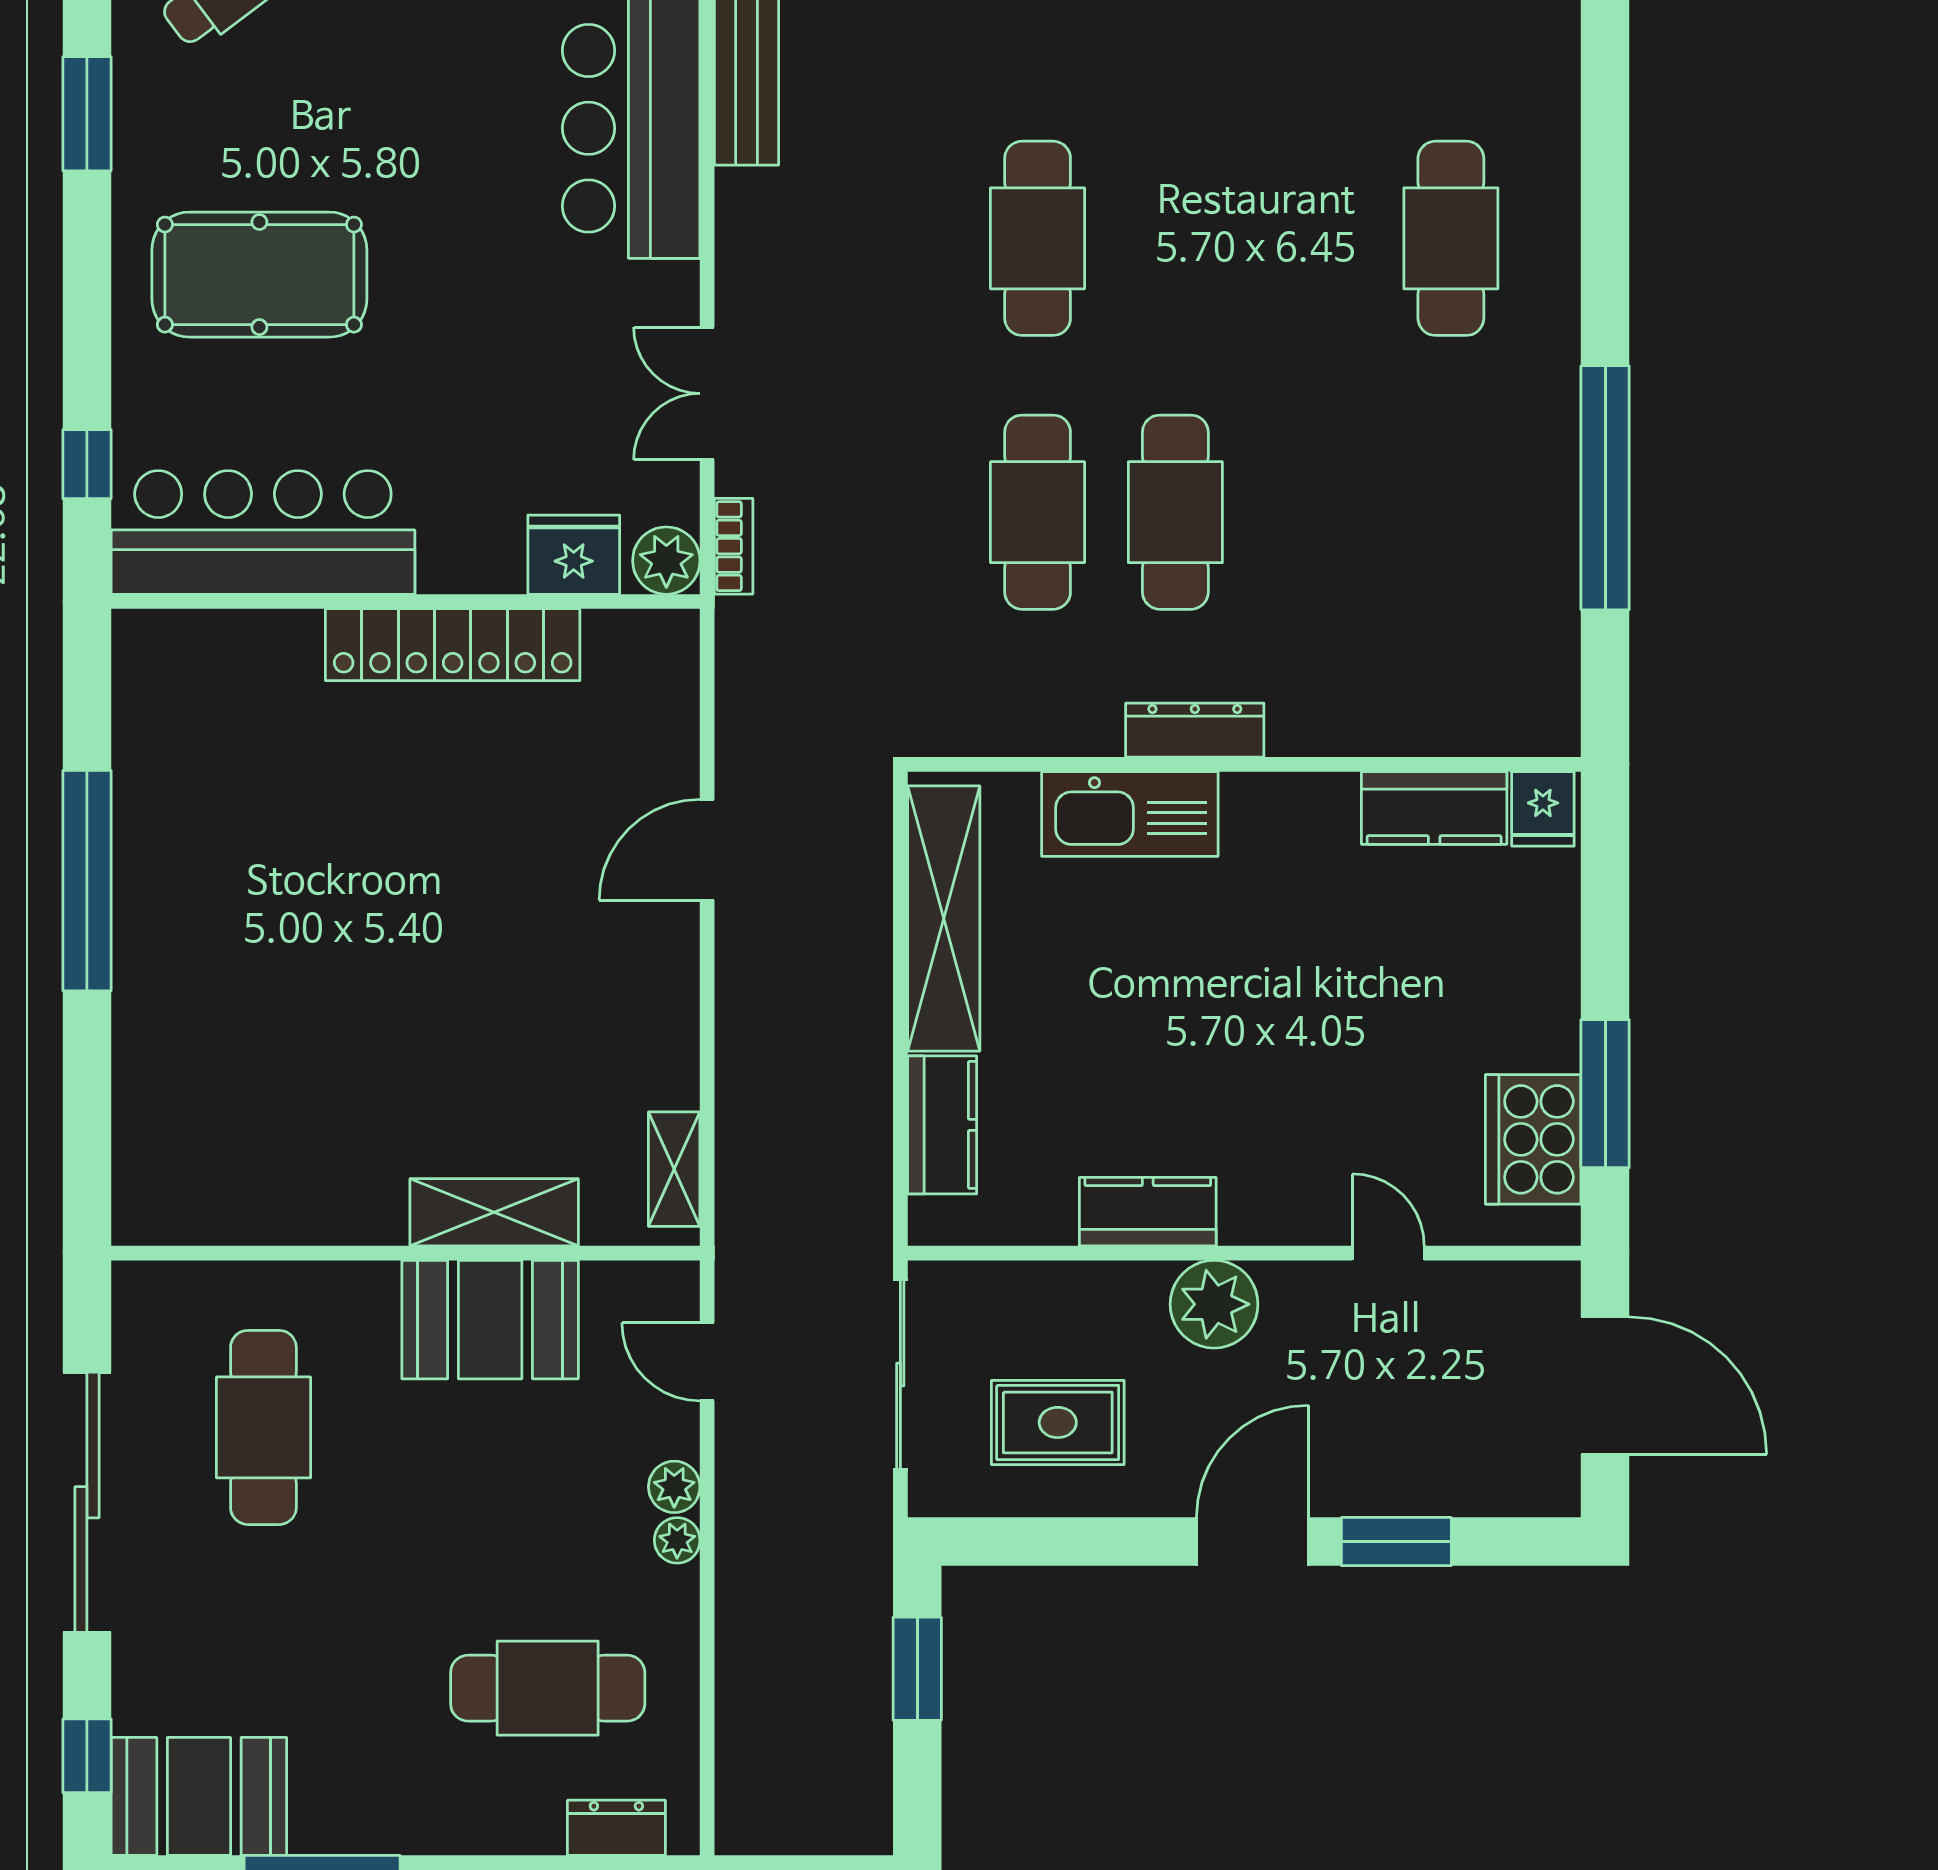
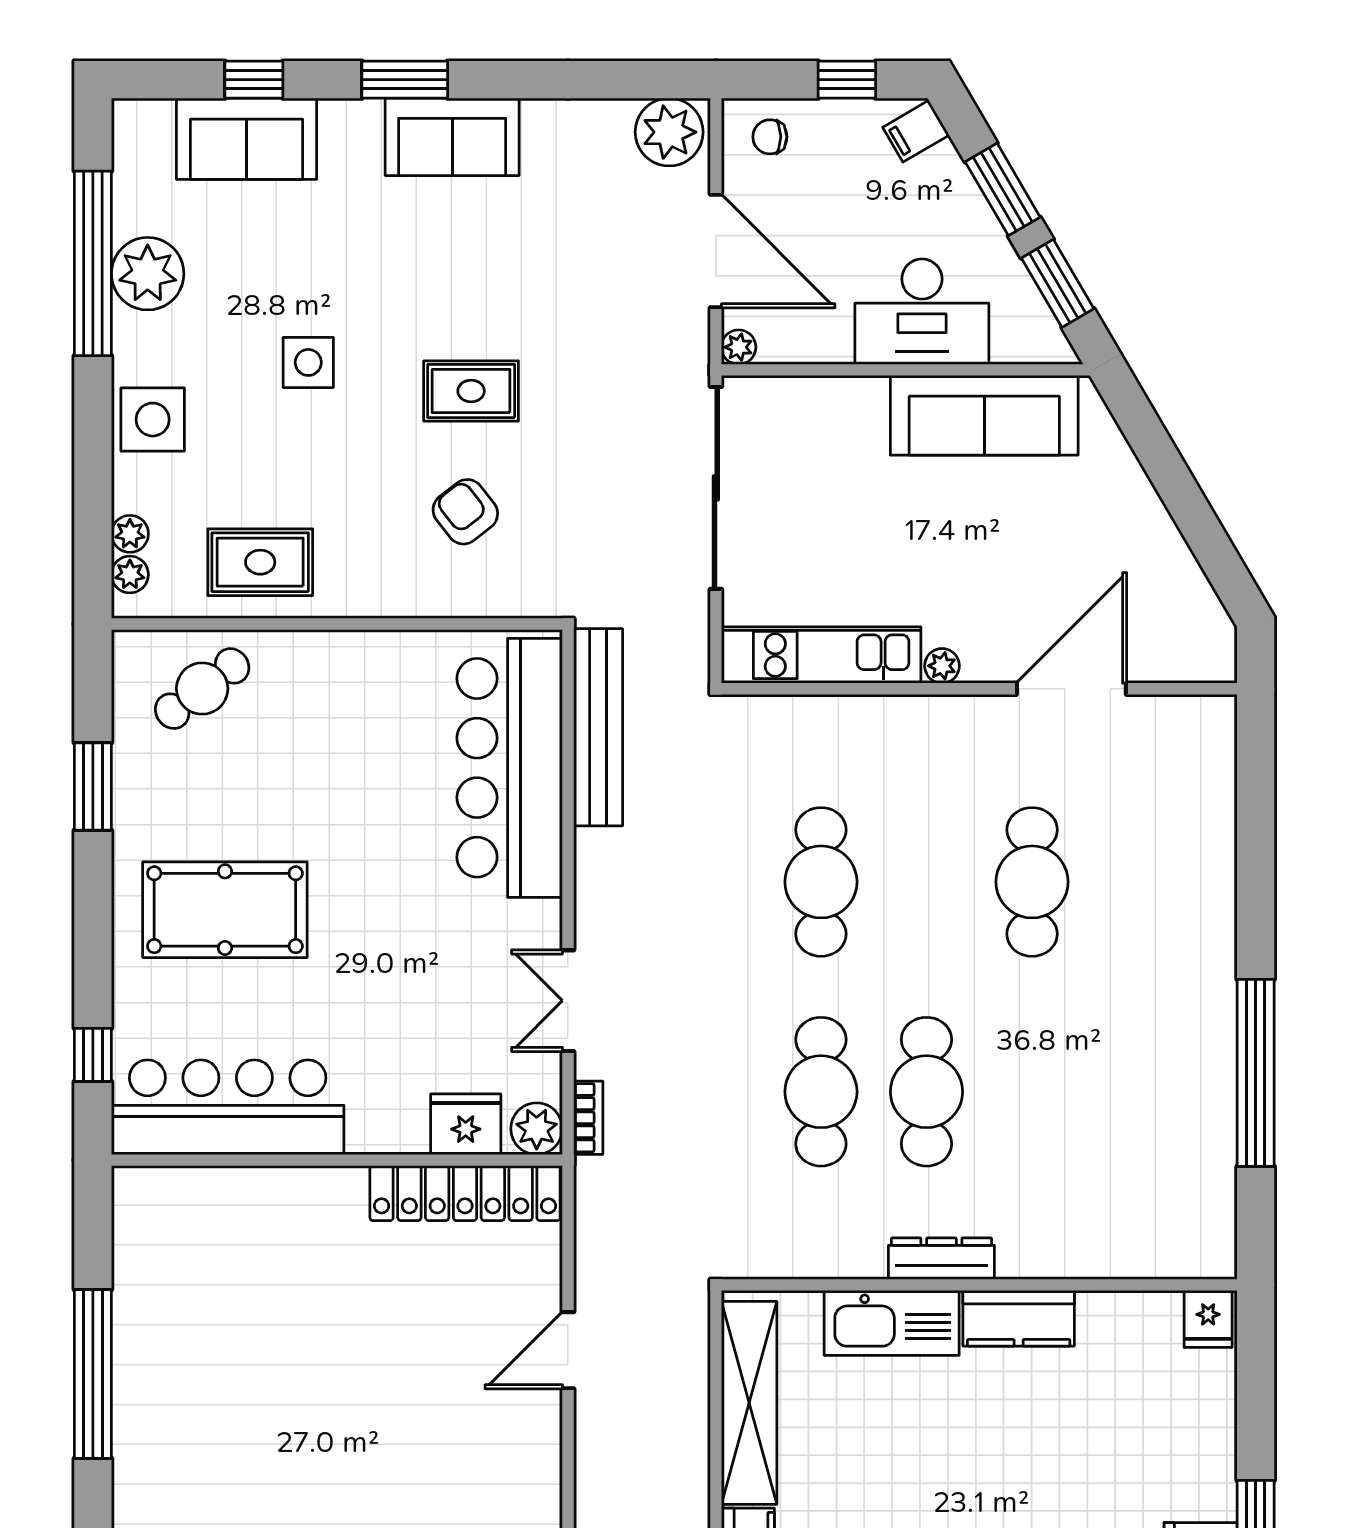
cafe table: (1451, 238) -> (1032, 882), moved
locker: (453, 645) -> (465, 1193), moved
kitchen counter: (1434, 808) -> (1019, 1318), moved

